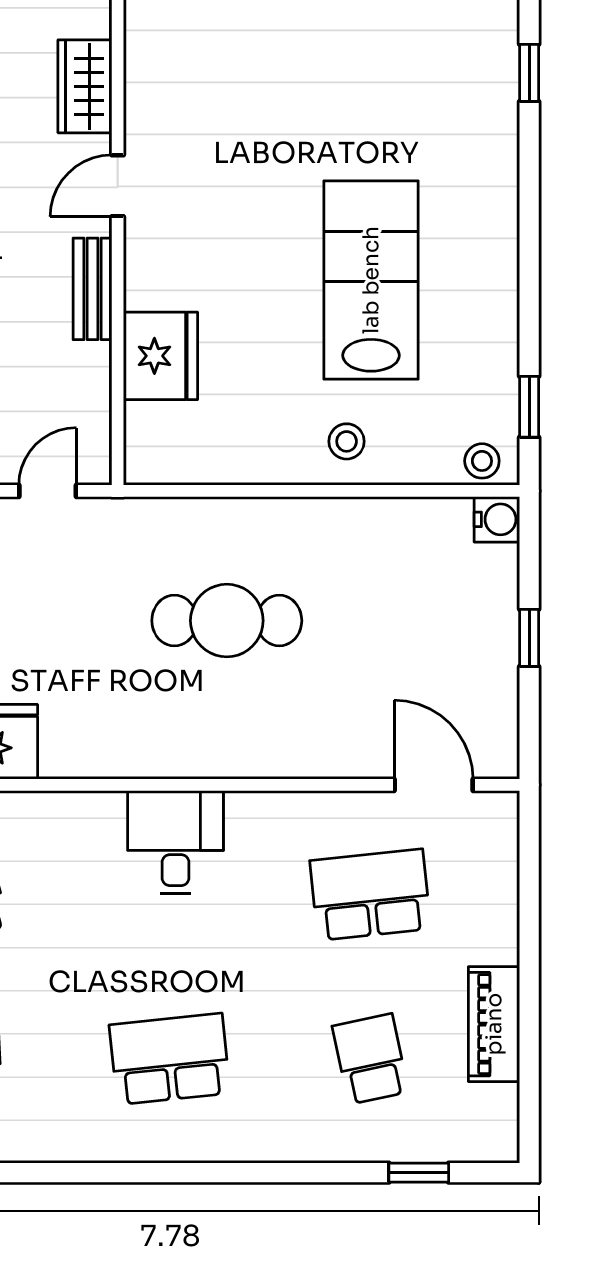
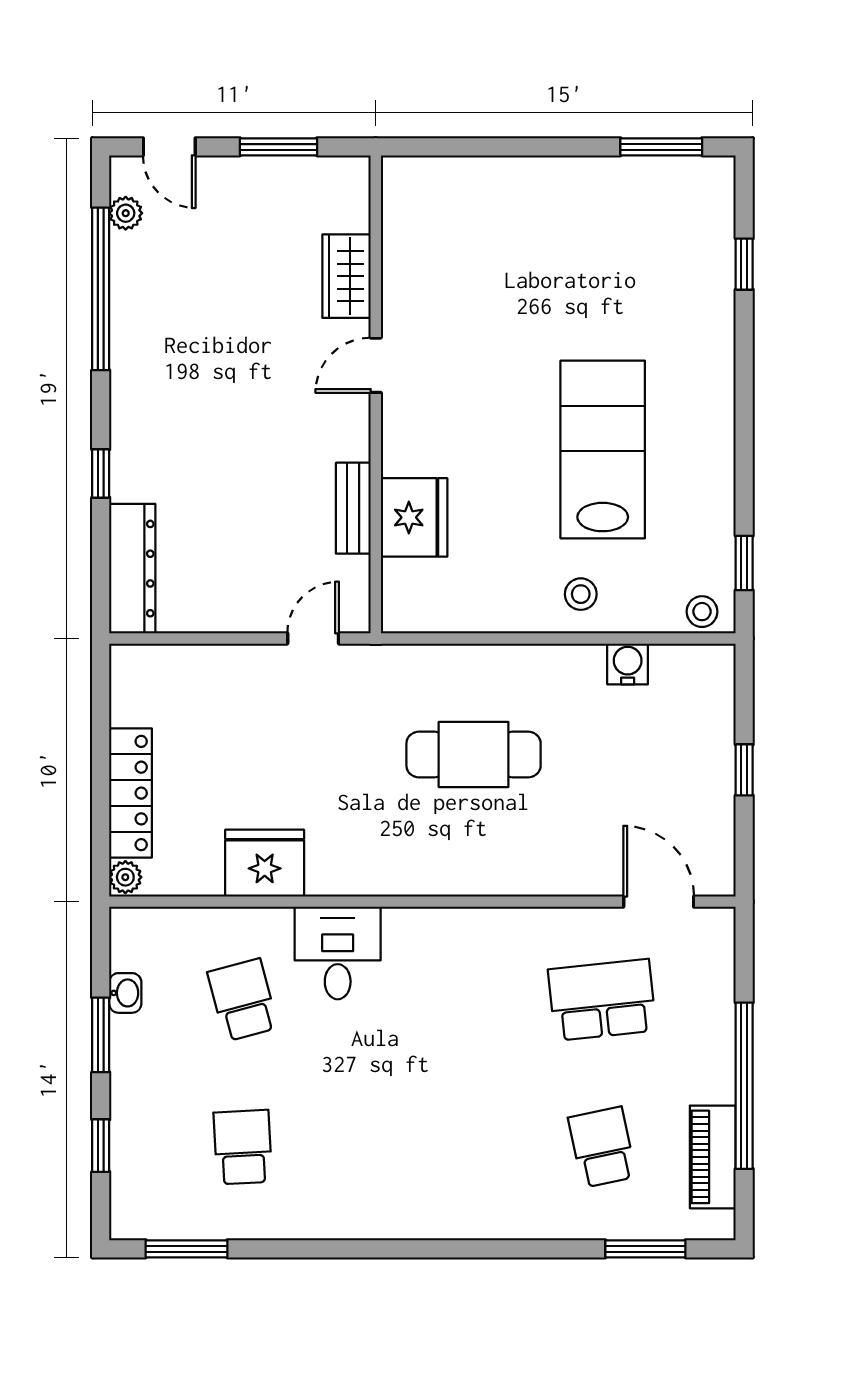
bench: (92, 289) -> (353, 508), moved
water cooler: (497, 519) -> (628, 664), moved, turned -90
desk: (176, 842) -> (338, 953), moved
window: (529, 990) -> (744, 1086), added
piano: (494, 1024) -> (713, 1157), moved
school desk: (170, 1059) -> (422, 1147), removed
window: (419, 1173) -> (645, 1249), width x1.50

